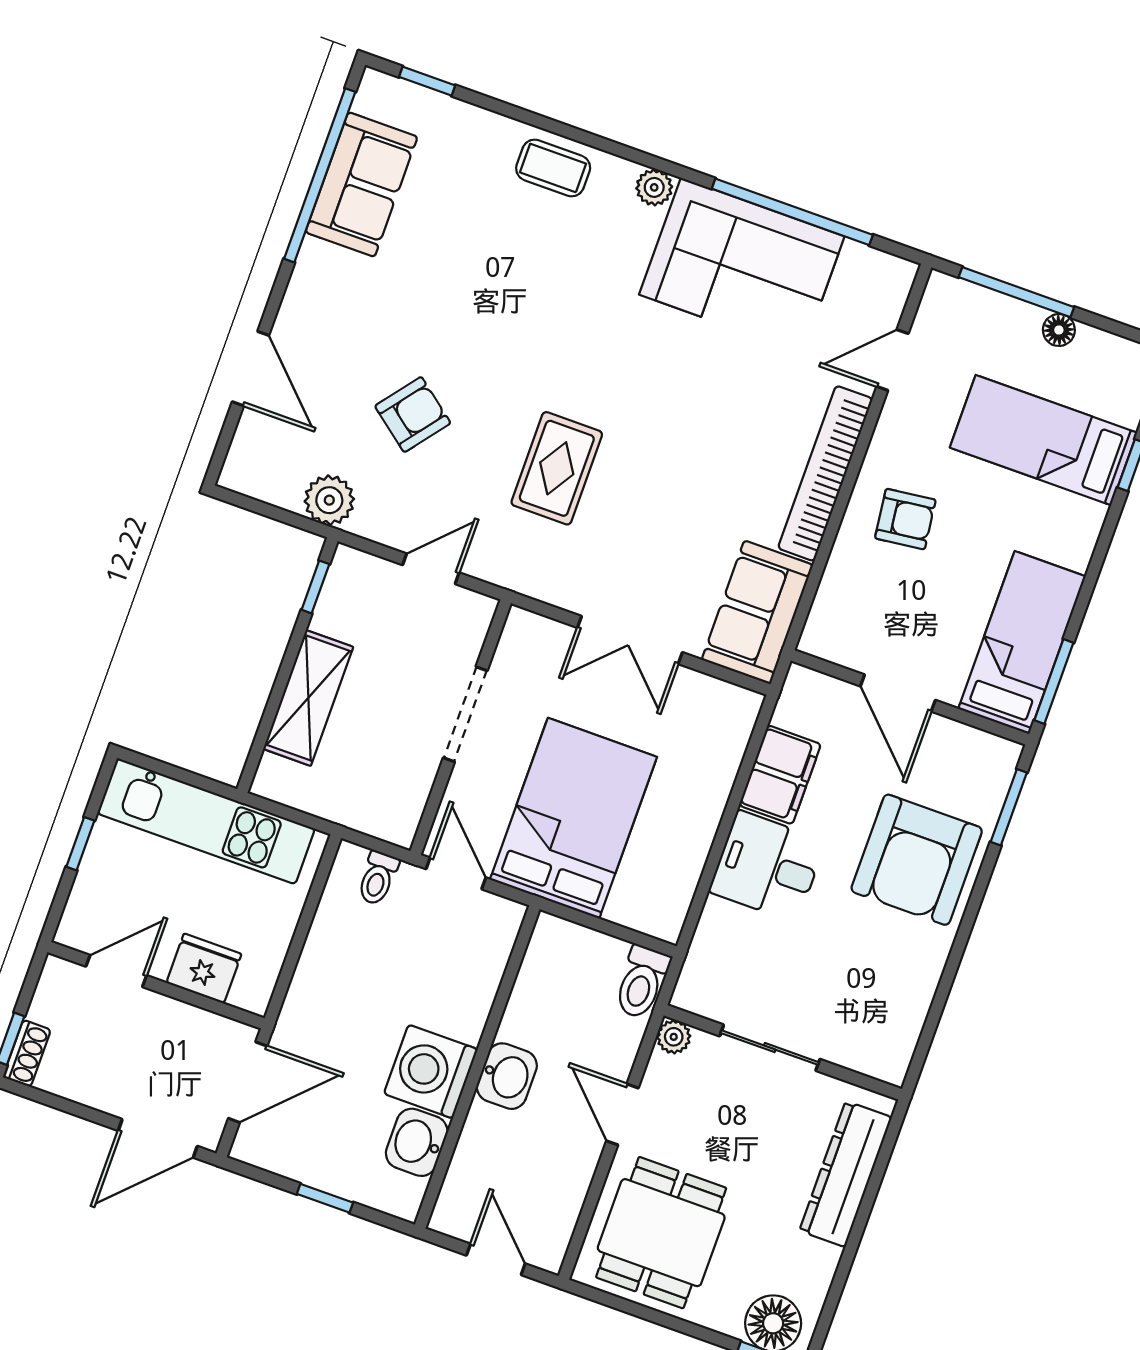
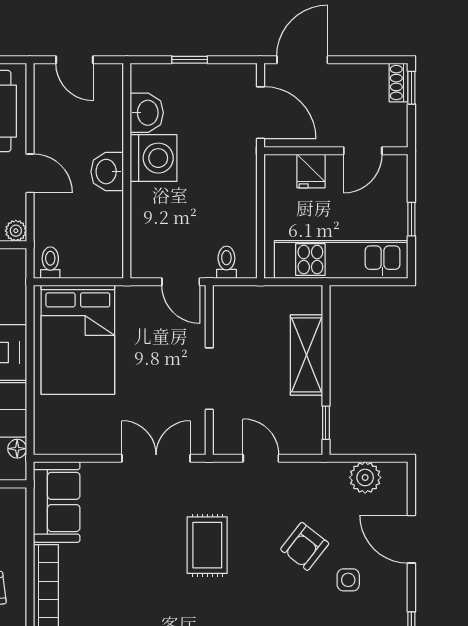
side table: (366, 342) -> (348, 580), added
plant: (329, 500) -> (365, 477), moved
door: (431, 569) -> (261, 458), swing flipped
double door: (630, 640) -> (156, 458), moved
floor lamp: (788, 713) -> (17, 449), added
bed: (573, 818) -> (78, 340), moved
fridge: (204, 969) -> (311, 171), width x0.72
toilet: (642, 982) -> (50, 263), width x0.73, depth x0.72
door: (248, 1082) -> (260, 113), swing flipped

